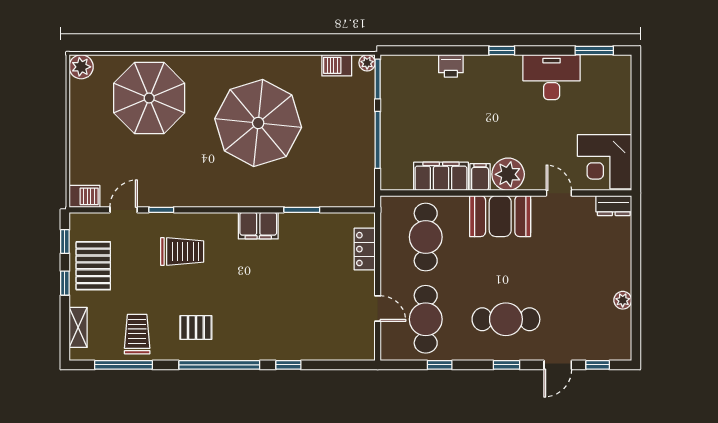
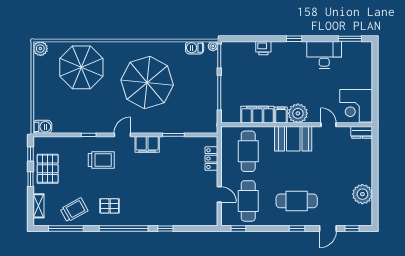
door: (124, 210) -> (122, 135), moved
plant: (623, 300) -> (362, 194), width x1.87, depth x1.87
trolley: (137, 334) -> (74, 210), turned 61
window: (440, 365) -> (238, 229), moved

